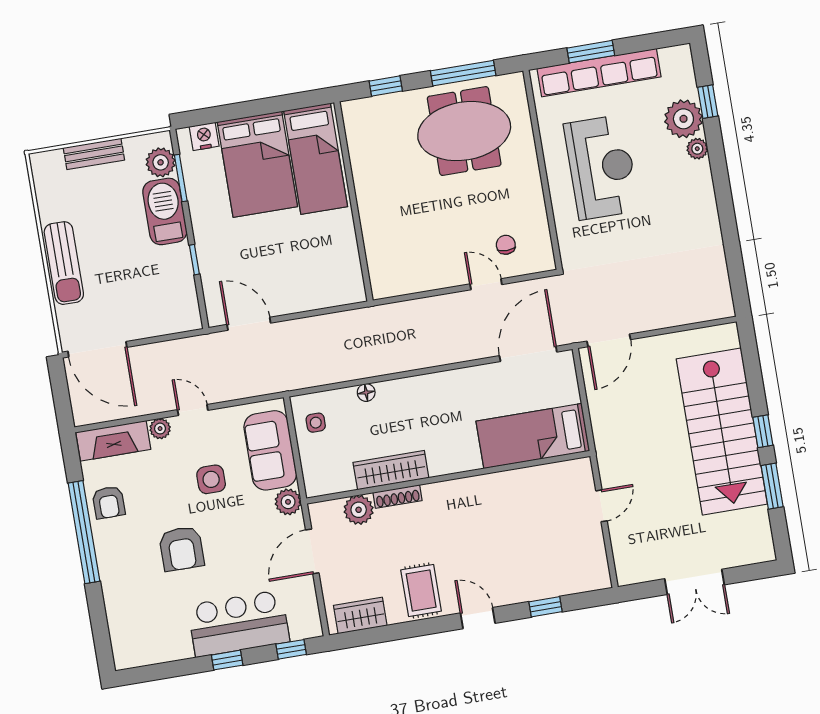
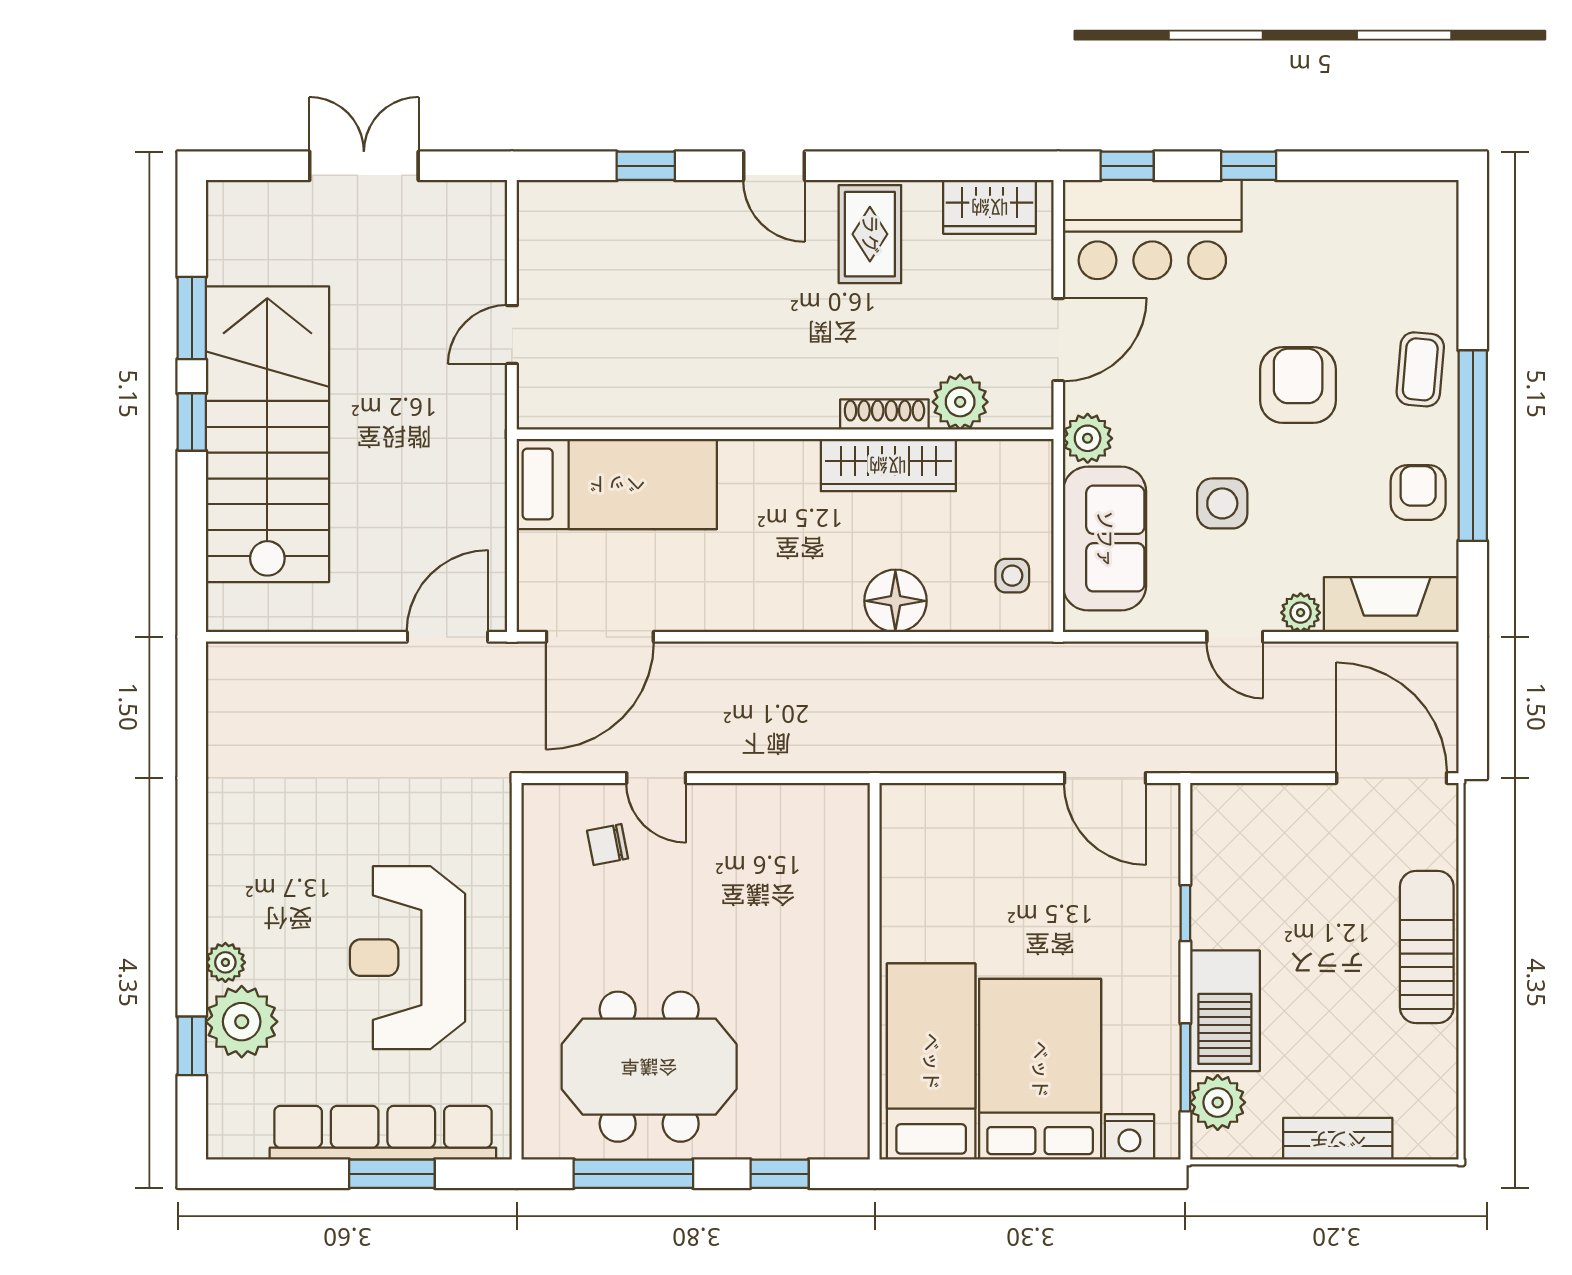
chair: (506, 245) -> (608, 845), turned 79
floor lamp: (366, 393) -> (895, 601), width x1.89, depth x1.89
coffee table: (118, 568) -> (1420, 369), added
bar counter: (239, 624) -> (1152, 230), moved

